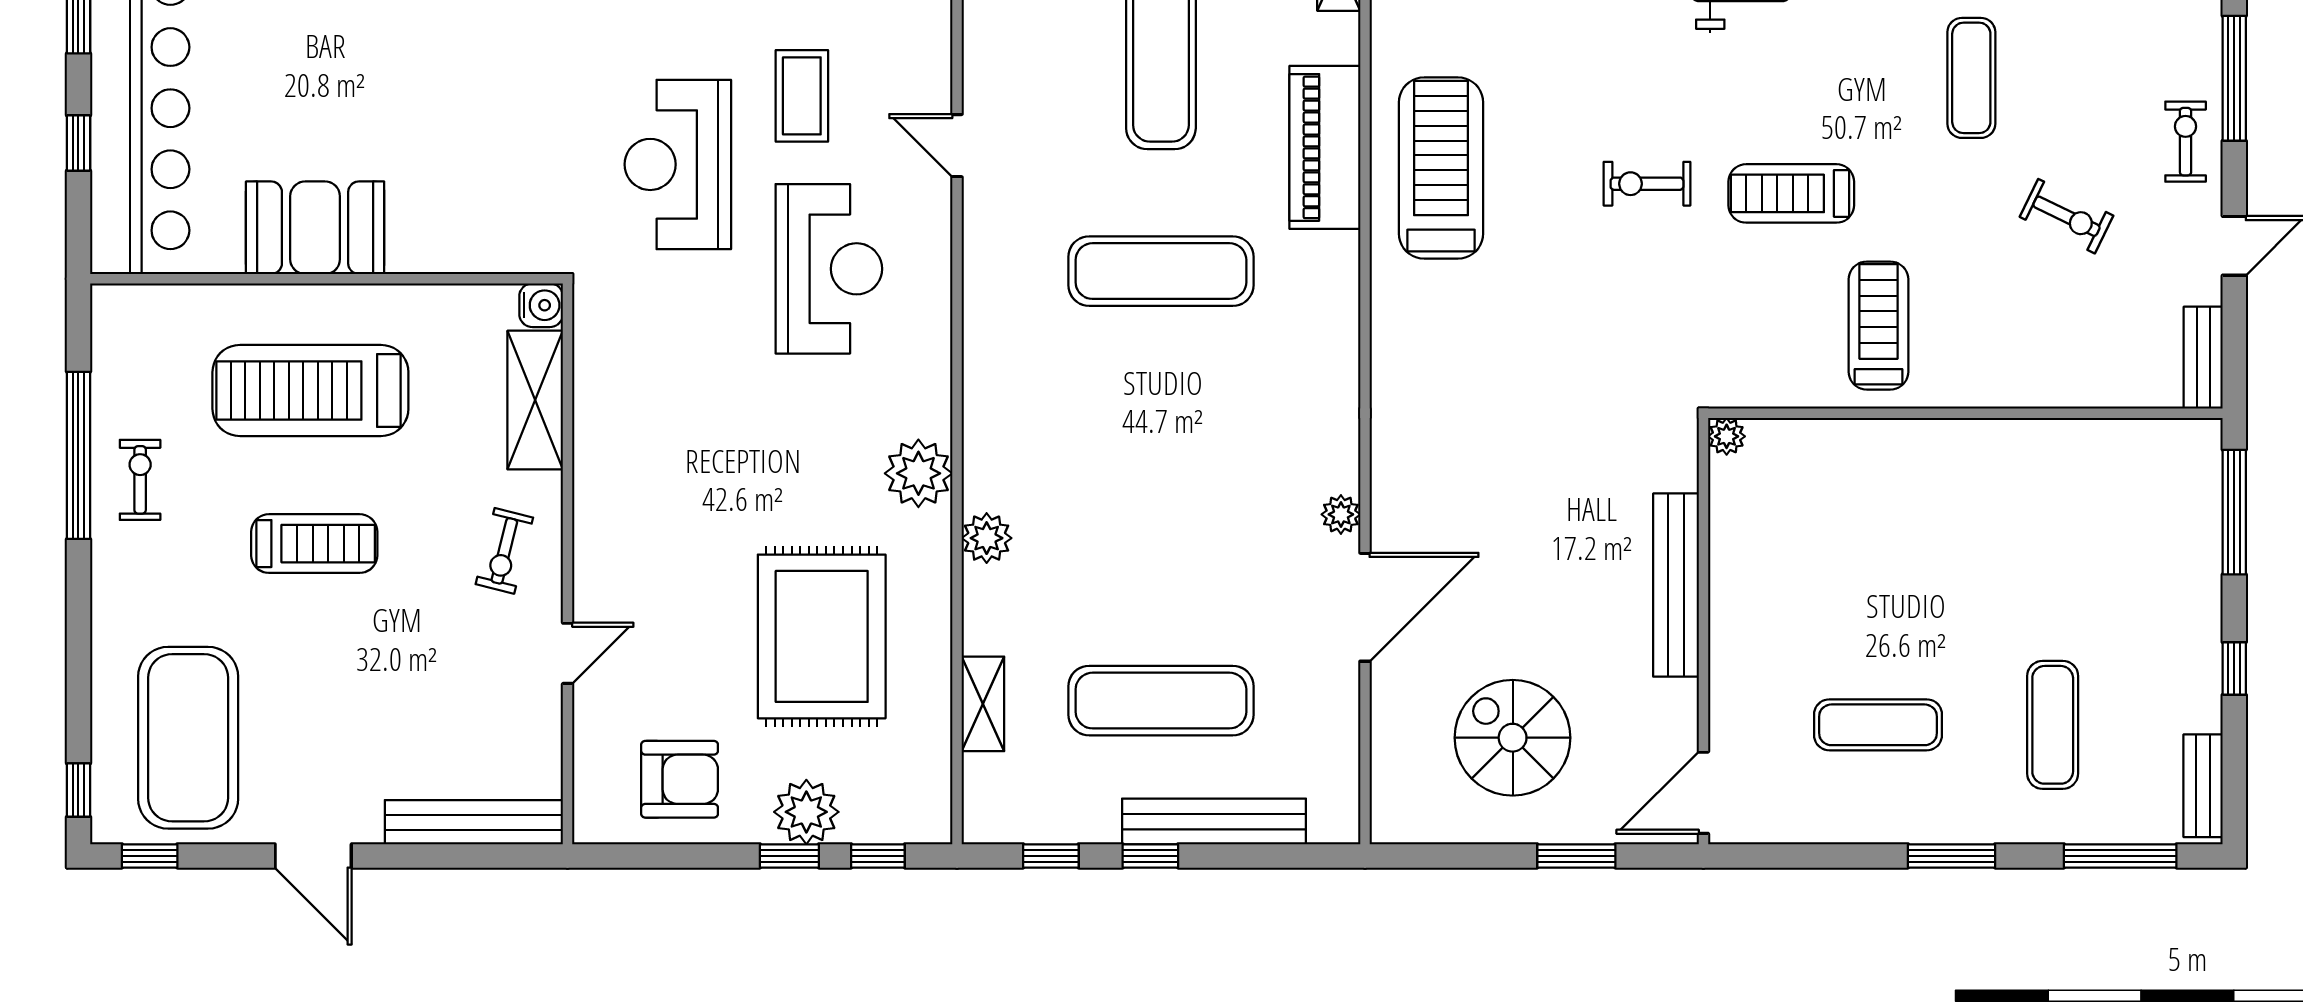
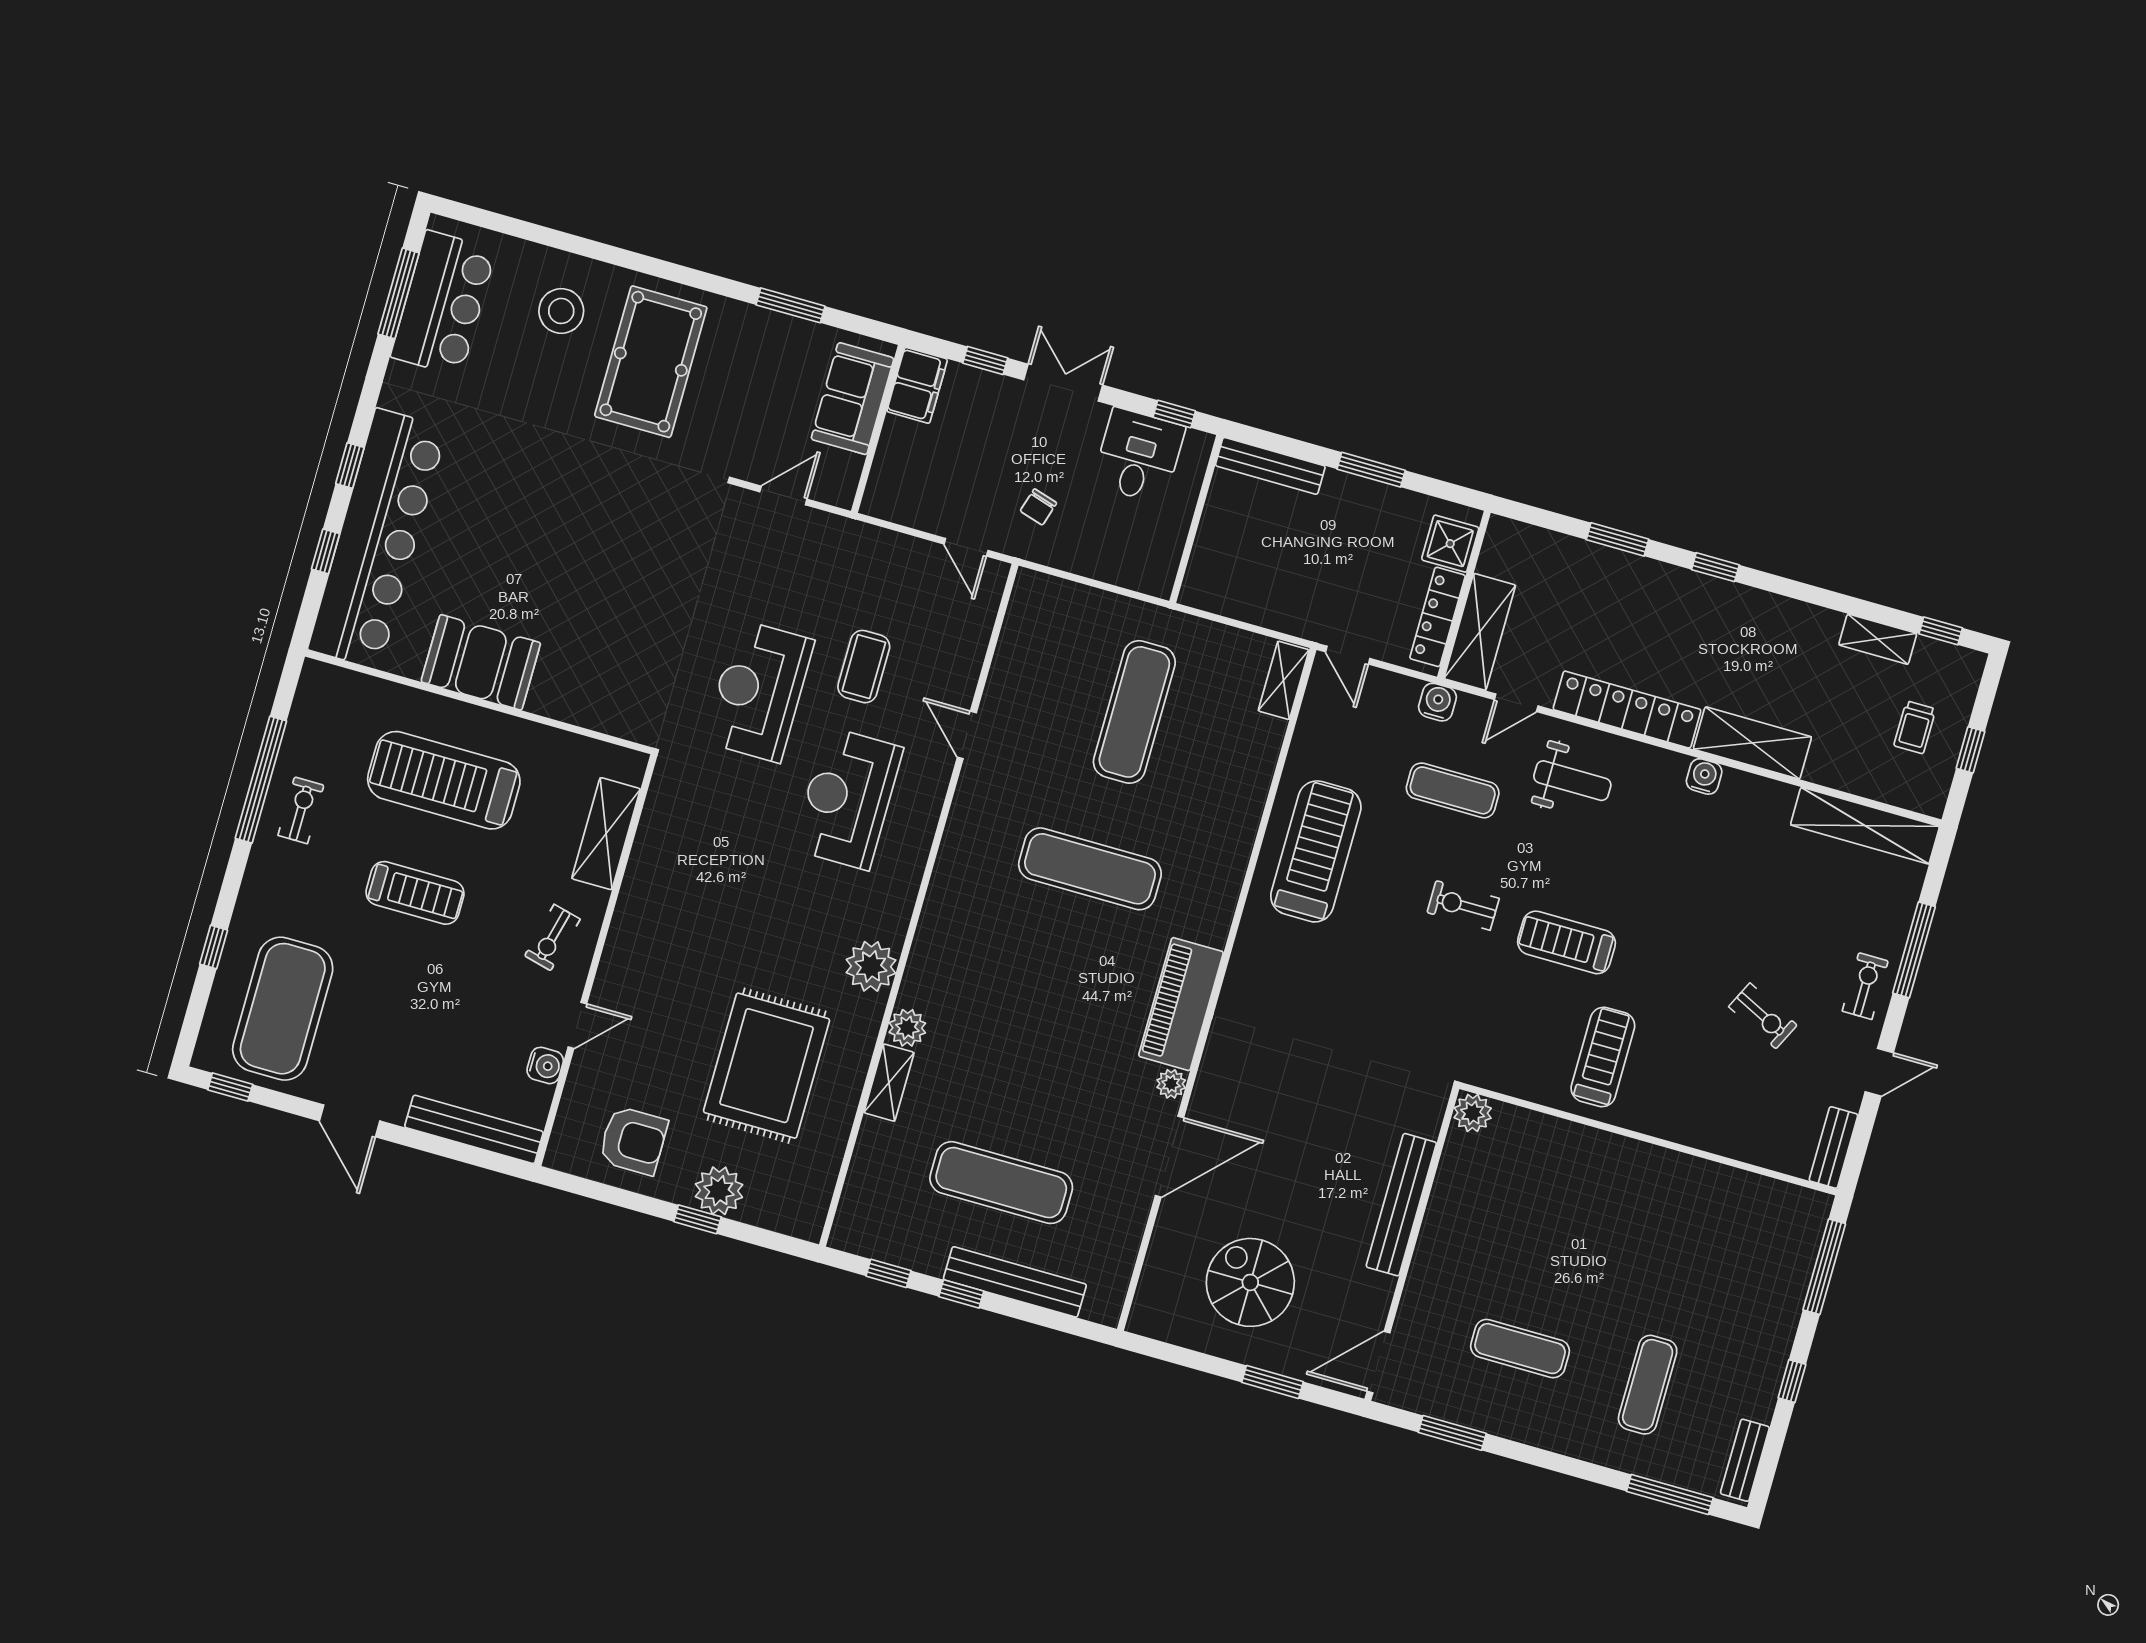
exercise mat: (1971, 78) -> (1453, 790), moved, turned 90
piano: (1325, 147) -> (1181, 1004), moved
reception desk: (829, 269) -> (848, 799), turned 180
water cooler: (541, 305) -> (545, 1065), moved
plant: (1727, 436) -> (1473, 1113), width x1.38, depth x1.38
shelving: (983, 704) -> (889, 1083), moved
window: (78, 790) -> (214, 947), moved
window: (878, 856) -> (762, 1238), removed
window: (1951, 856) -> (1452, 1433), moved

